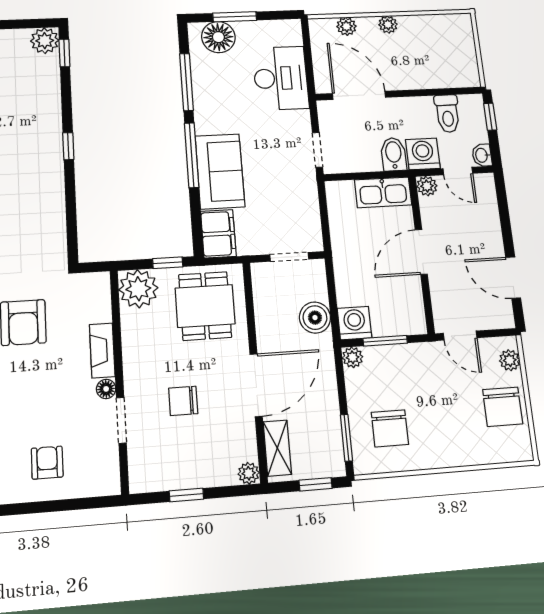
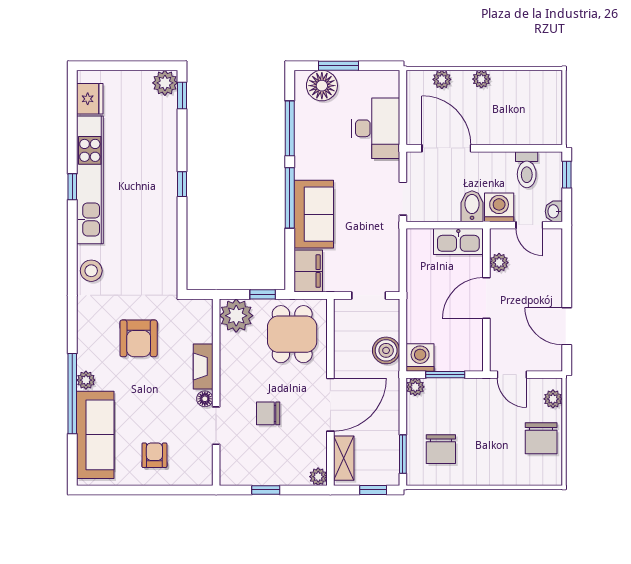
plant: (427, 186) -> (499, 263), moved

